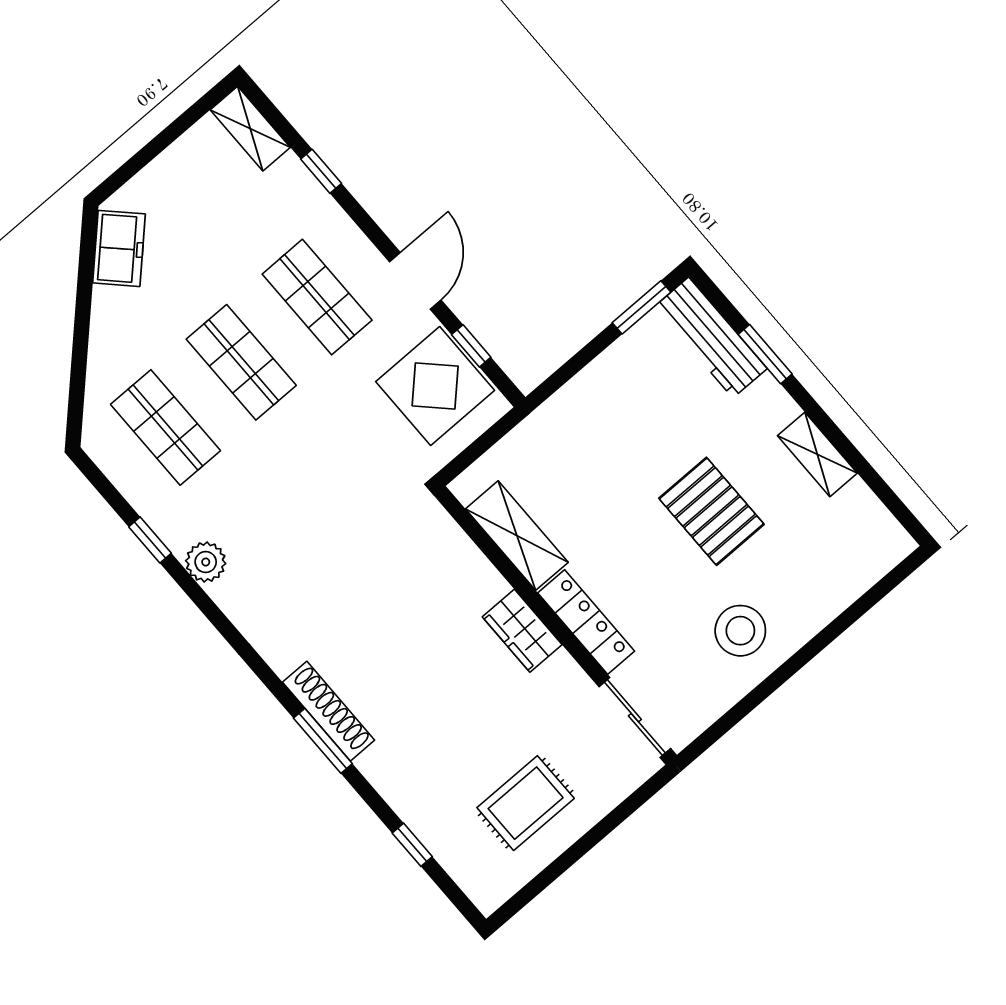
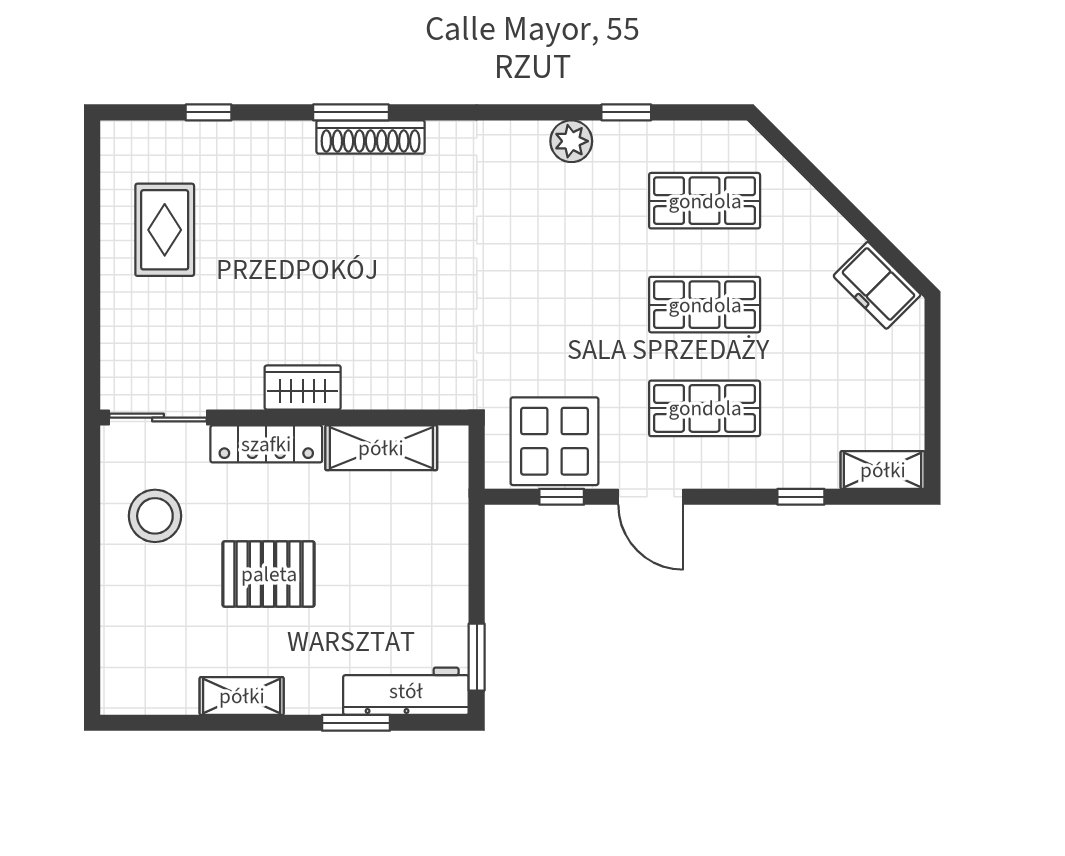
shelving: (517, 536) -> (381, 448), moved
locker: (586, 622) -> (266, 444), moved
wall: (556, 625) -> (284, 418), moved
wardrobe: (522, 631) -> (303, 388), moved
sliding door: (635, 718) -> (158, 418), moved

